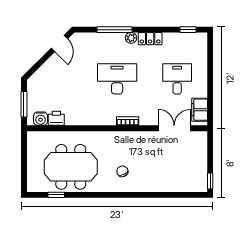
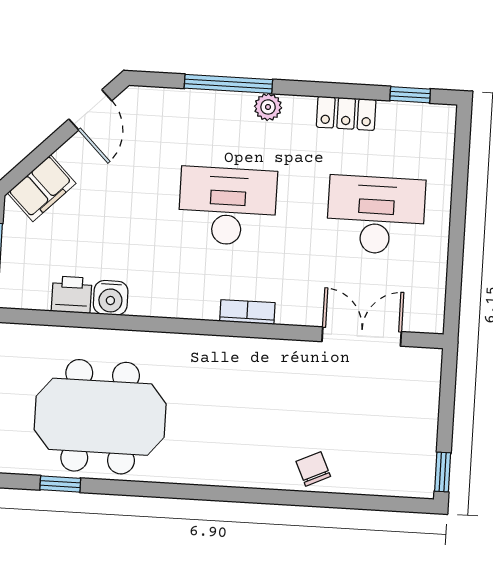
locker: (150, 39) -> (346, 113), moved
desk: (177, 79) -> (376, 215), width x1.37
filing cabinet: (200, 110) -> (42, 188), moved, turned -135
water cooler: (41, 119) -> (111, 298), moved
chair: (122, 171) -> (313, 469), moved

